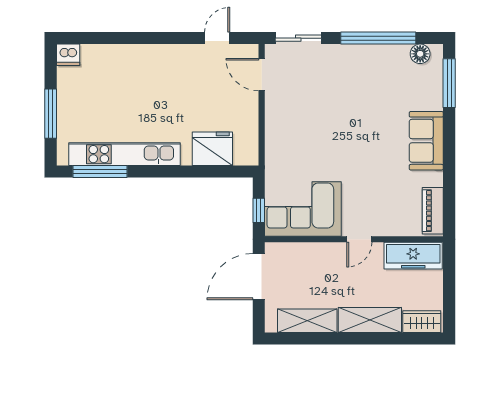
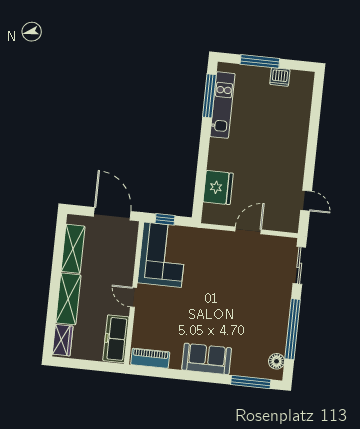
dishwasher: (68, 55) -> (280, 77), moved, turned -90
door: (262, 75) -> (248, 230), moved
kitchen unit: (124, 154) -> (222, 105), width x0.73

